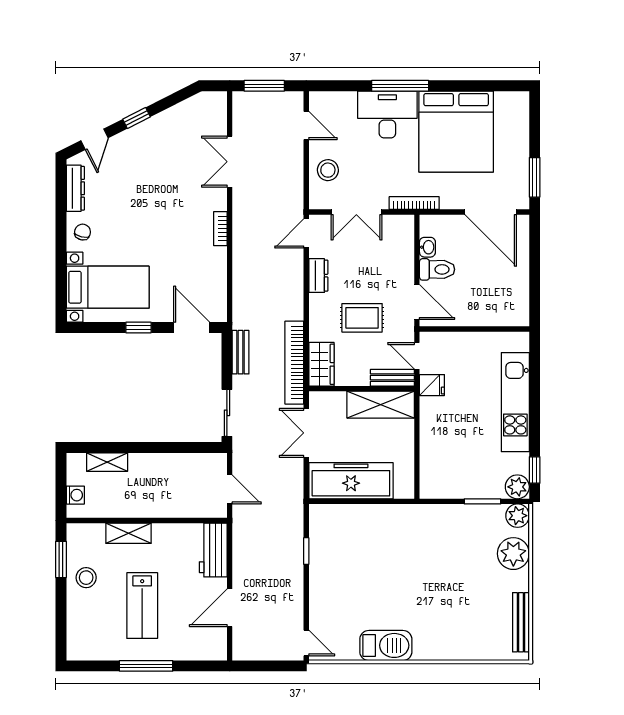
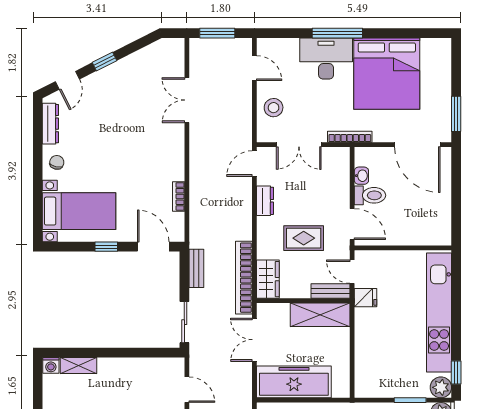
bookcase: (220, 229) -> (179, 196), moved
kitchen unit: (515, 402) -> (439, 313), width x1.36
washing machine: (75, 495) -> (51, 365), moved, turned 90

